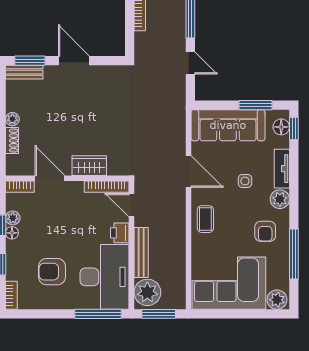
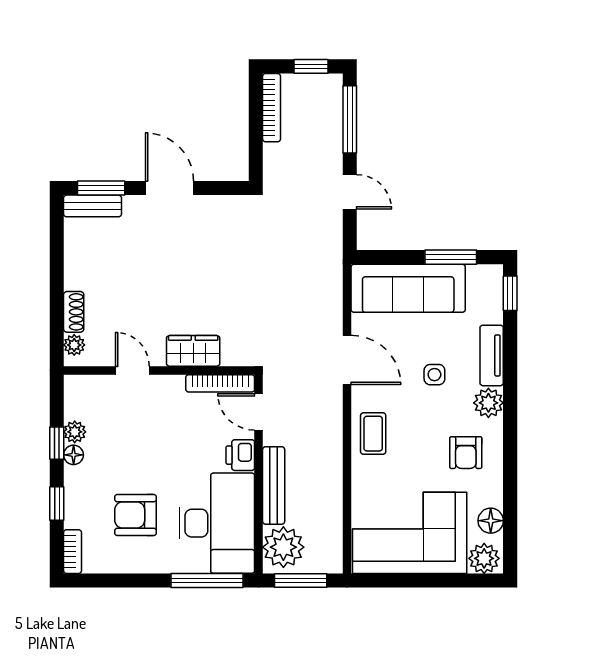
plant: (12, 119) -> (74, 345), moved
floor lamp: (281, 127) -> (491, 521), moved
door: (50, 178) -> (132, 370), width x0.73
bookcase: (20, 187) -> (86, 383), removed
window: (294, 254) -> (510, 488), removed

